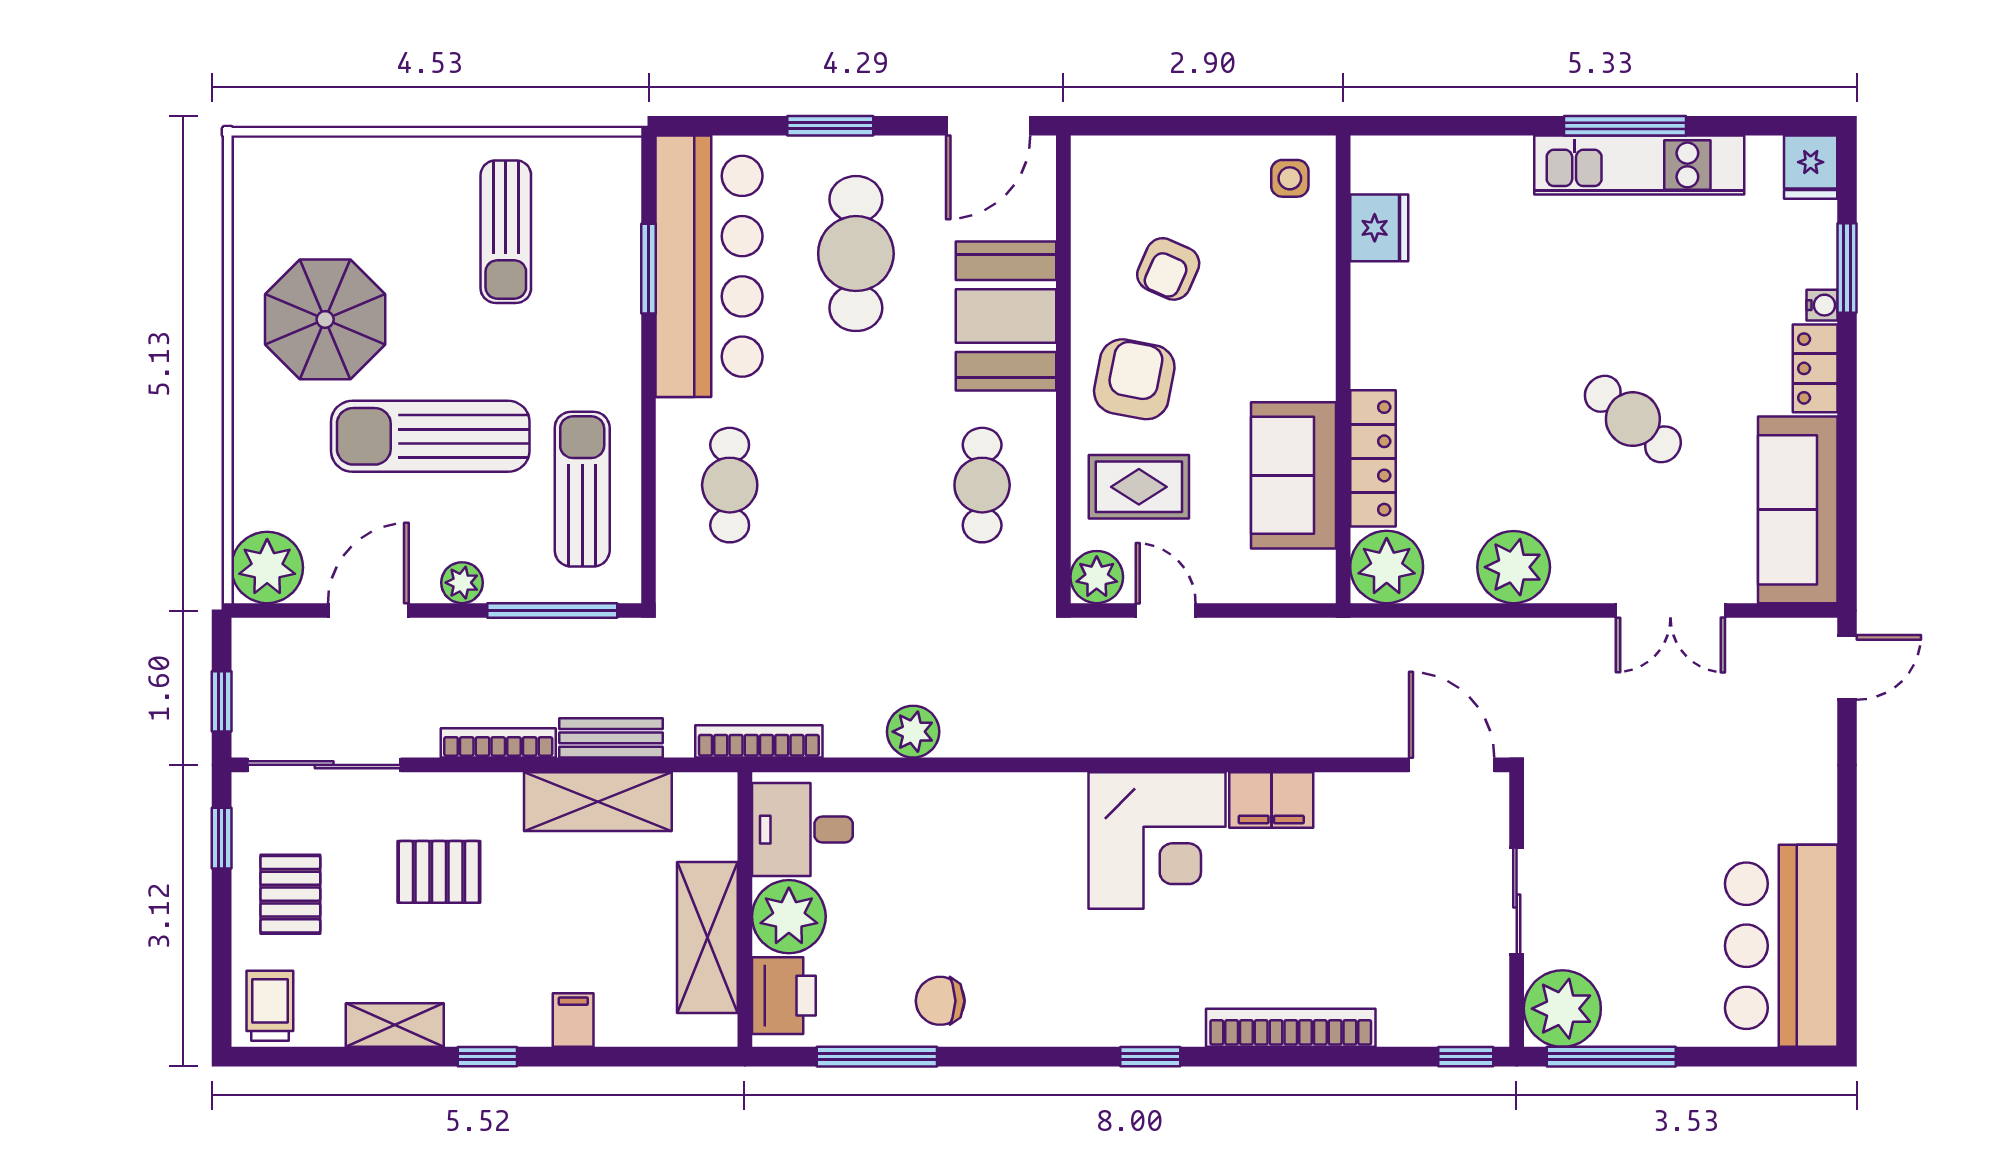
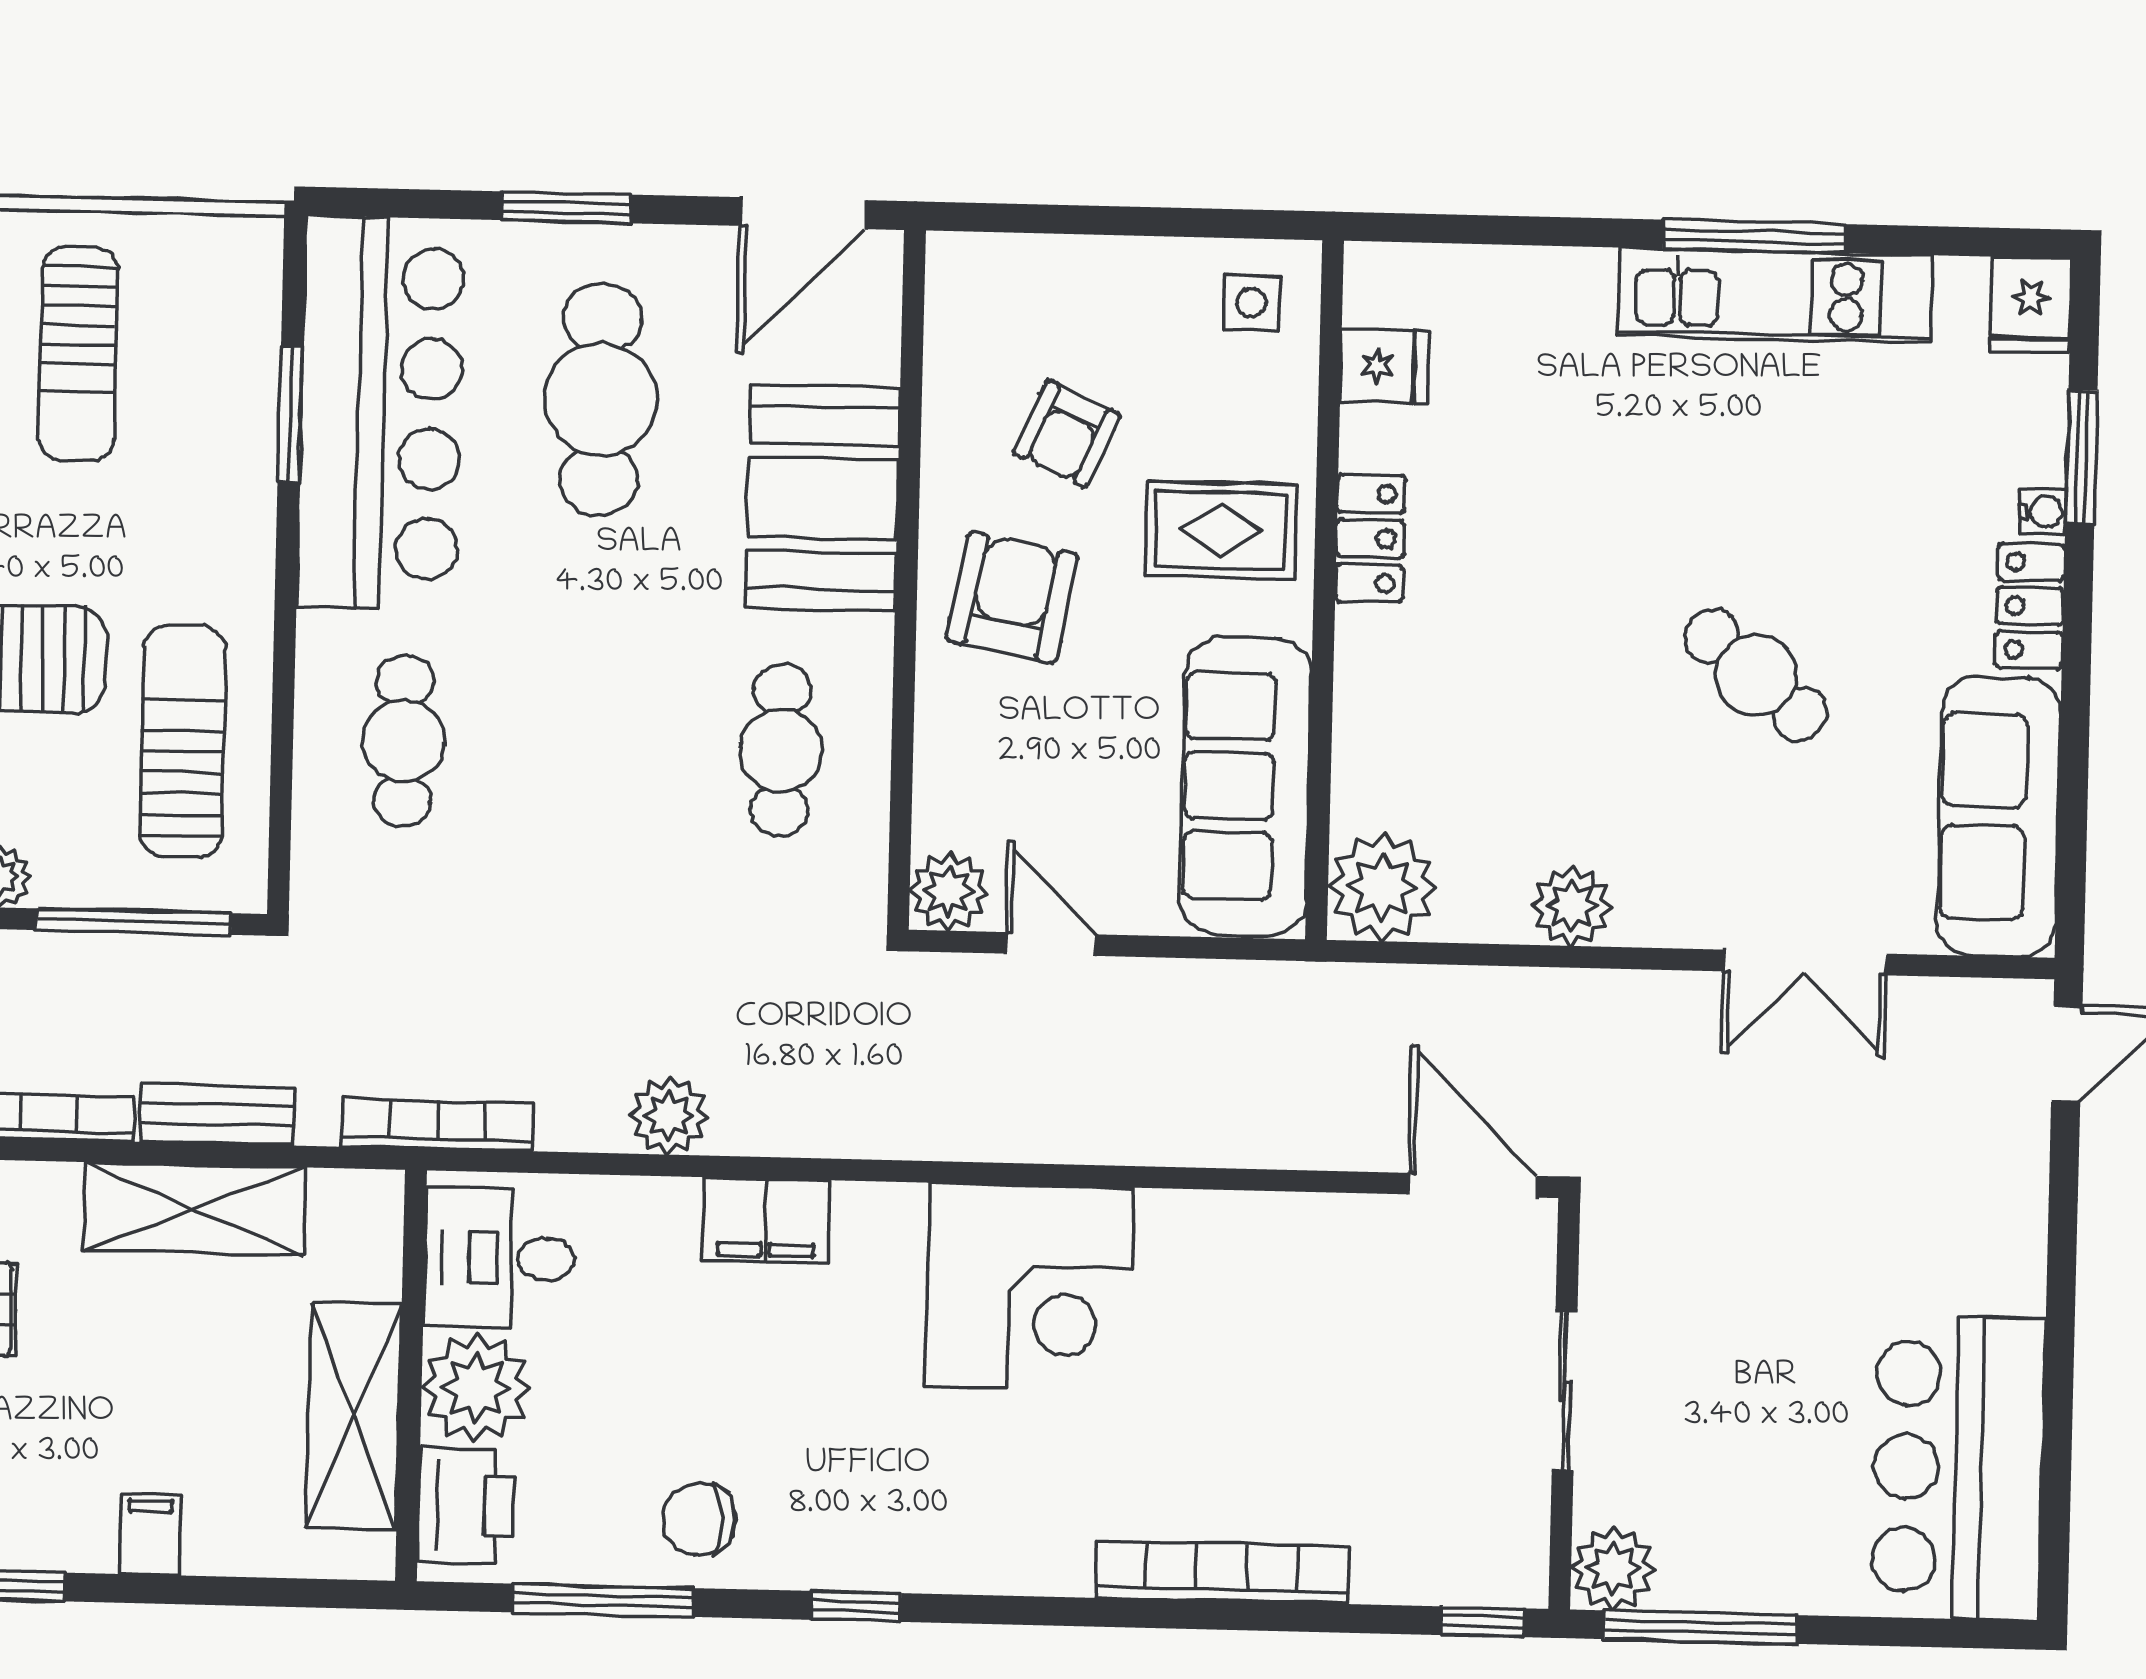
fridge: (1379, 228) -> (1384, 366), width x0.72
locker: (1373, 458) -> (1370, 538), moved, width x0.66
sofa: (1293, 475) -> (1246, 786), width x1.36
rug: (1139, 487) -> (1221, 531), moved
plant: (1514, 567) -> (1572, 906), width x0.73, depth x0.73
filing cabinet: (1271, 800) -> (766, 1220), moved
plant: (1562, 1009) -> (1613, 1568), width x0.73, depth x0.73
window: (1150, 1057) -> (856, 1606), moved

